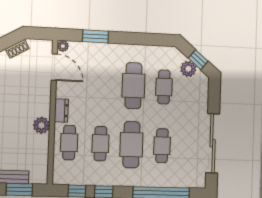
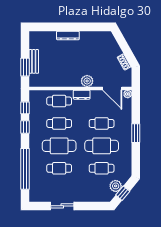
window: (95, 36) -> (136, 133), moved
door: (54, 67) -> (112, 88), hinge flipped
cafe table: (103, 84) -> (102, 123), added
plant: (41, 125) -> (87, 81), moved
sliding door: (213, 143) -> (62, 206), width x0.54

